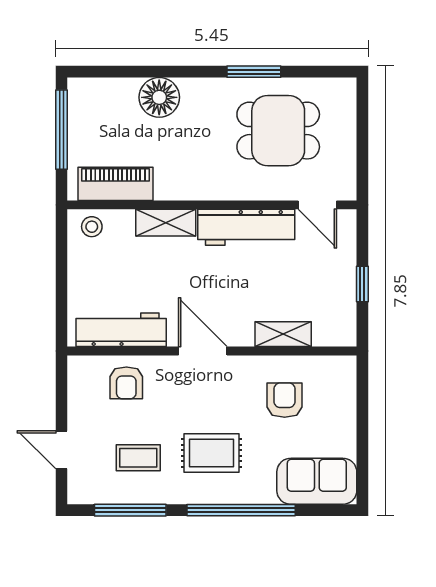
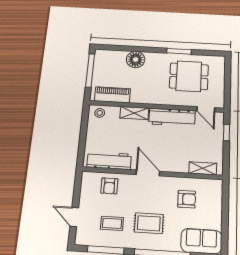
window: (362, 284) -> (227, 133), moved
shelving: (283, 334) -> (203, 168), moved
armchair: (285, 400) -> (187, 199), turned 90

